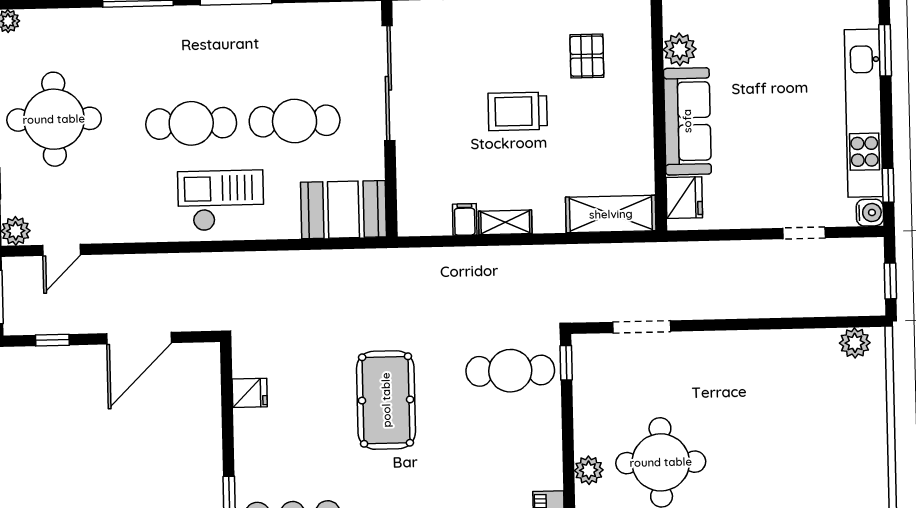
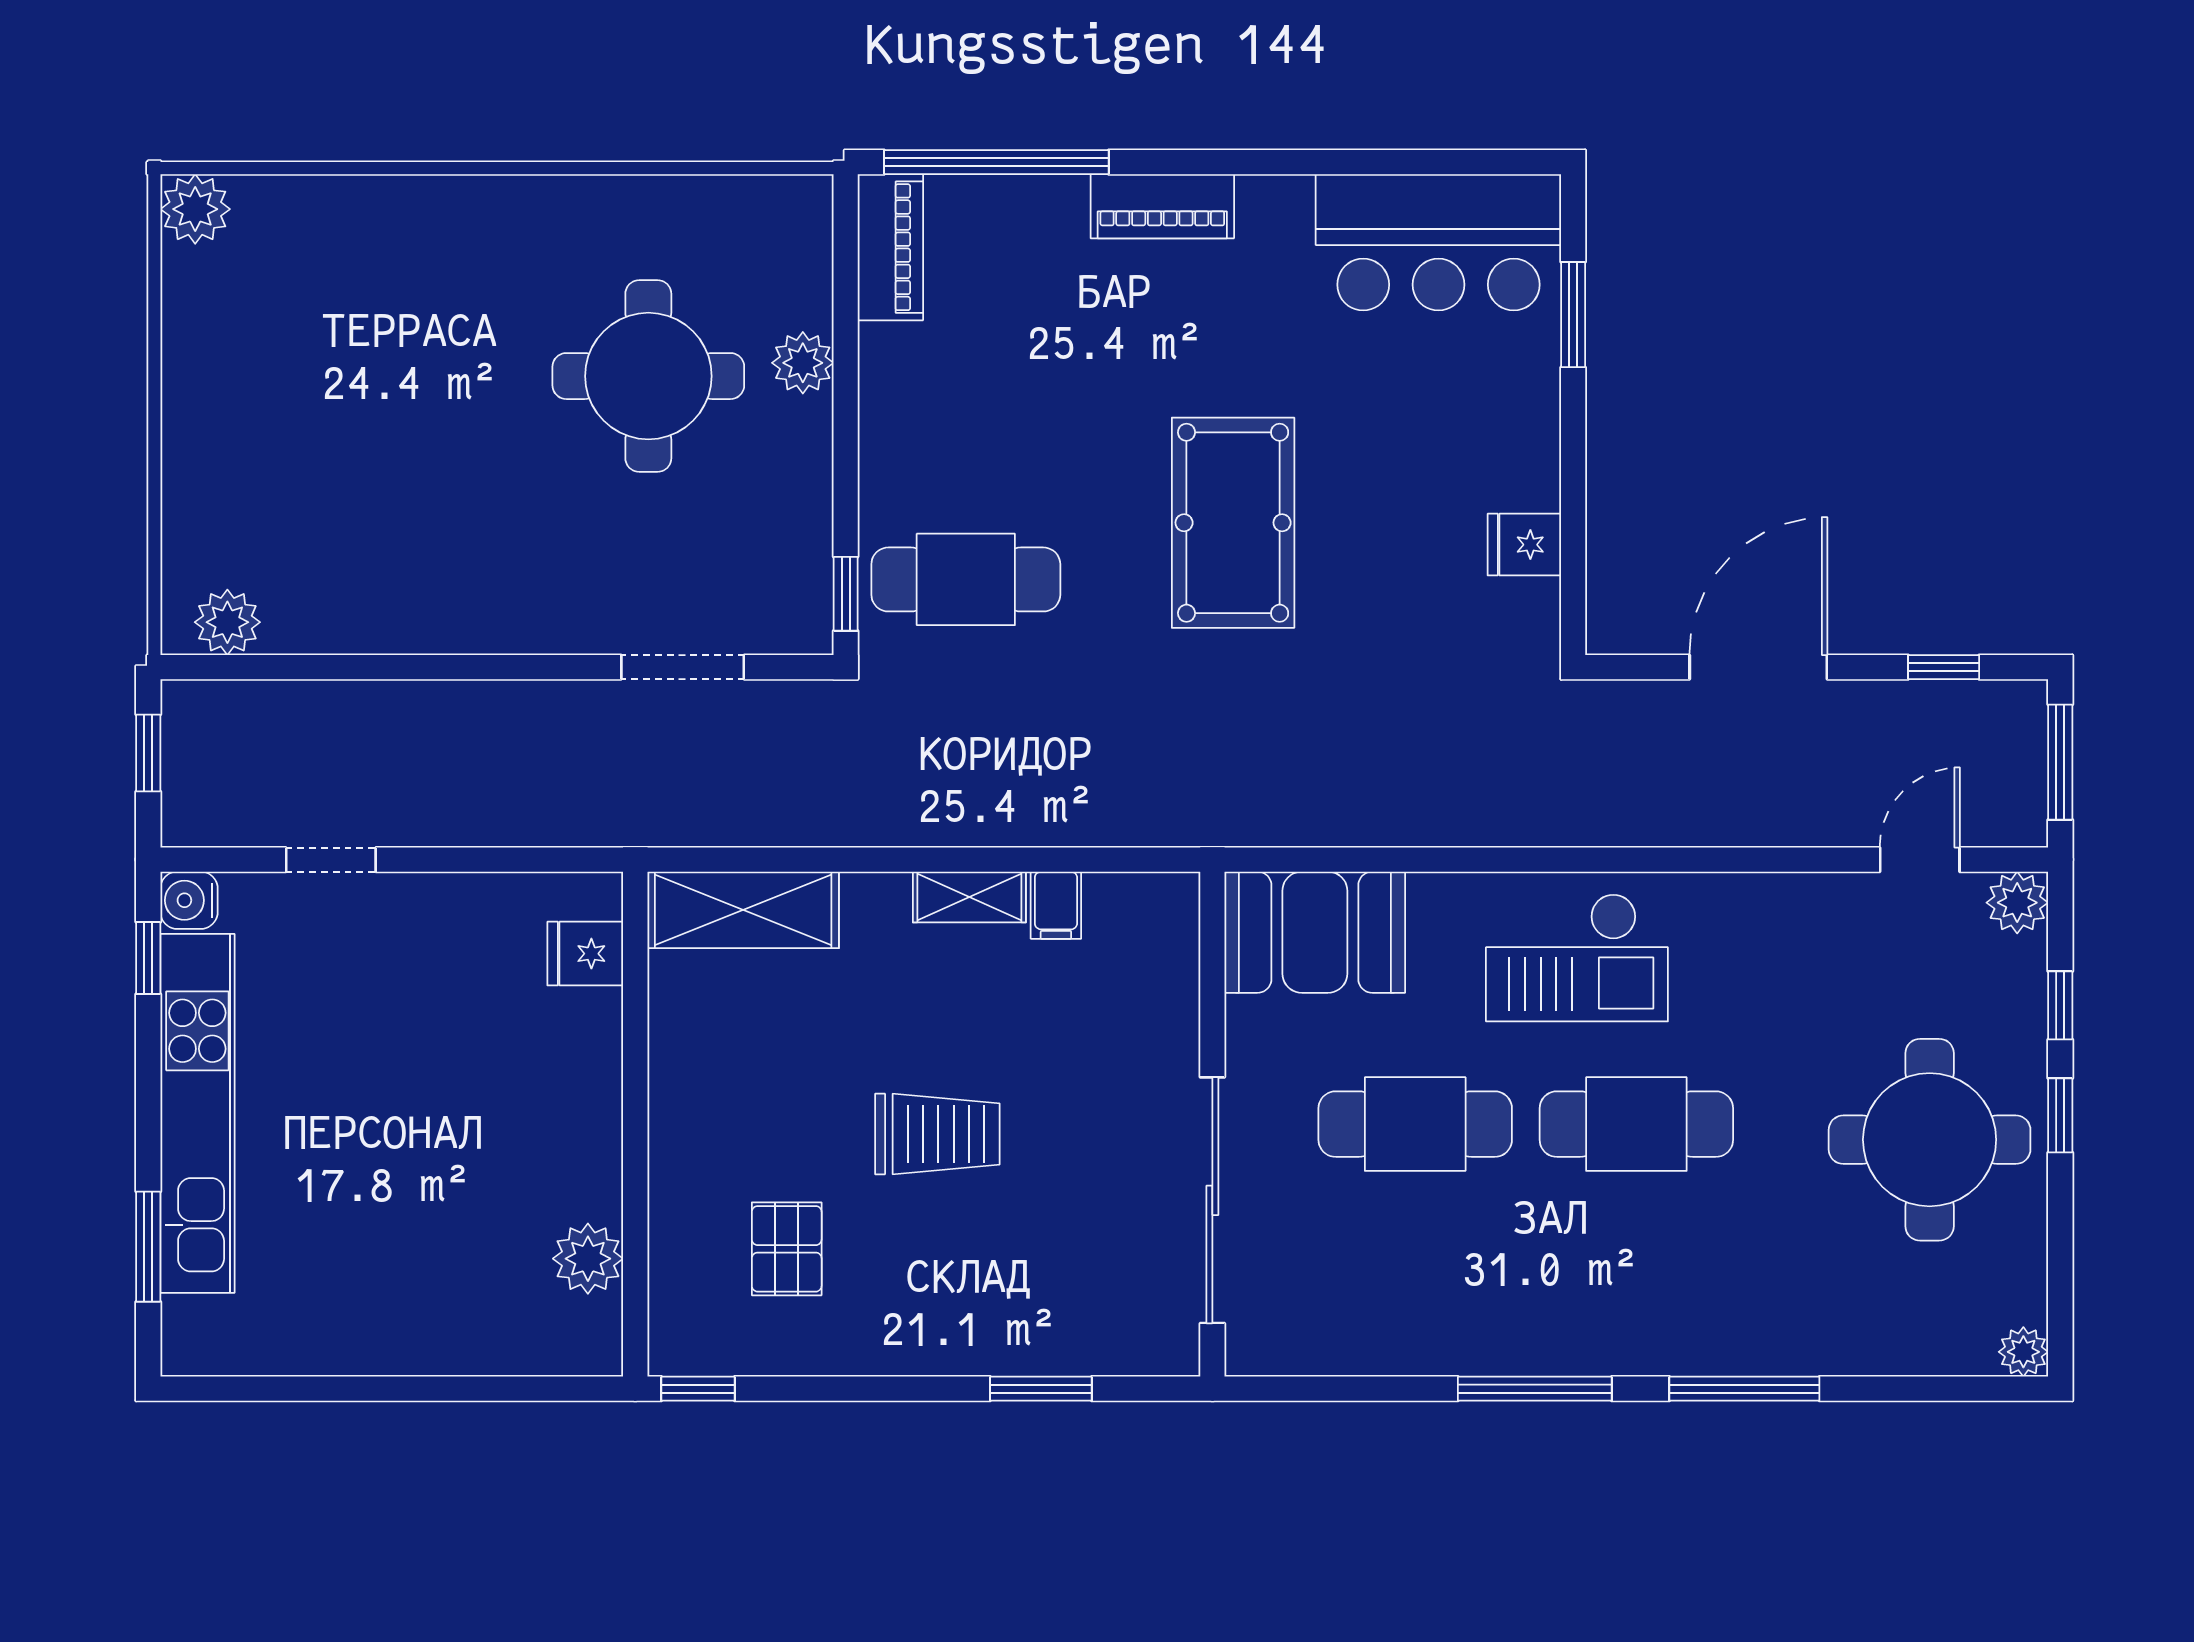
sofa: (687, 121) -> (575, 1104), removed
fridge: (684, 198) -> (585, 954), width x0.72

